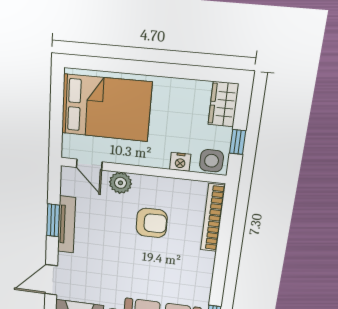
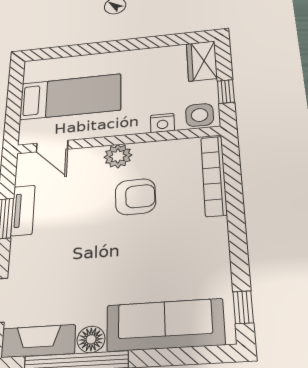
bed: (106, 108) -> (70, 97), width x0.67
plant: (120, 183) -> (118, 156), moved
tv unit: (67, 225) -> (23, 210), width x0.71

